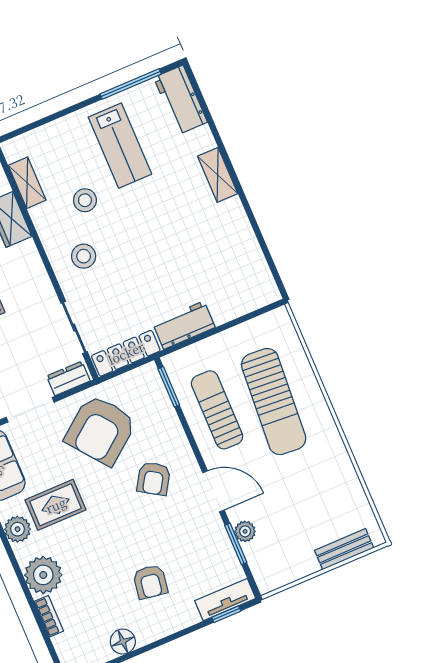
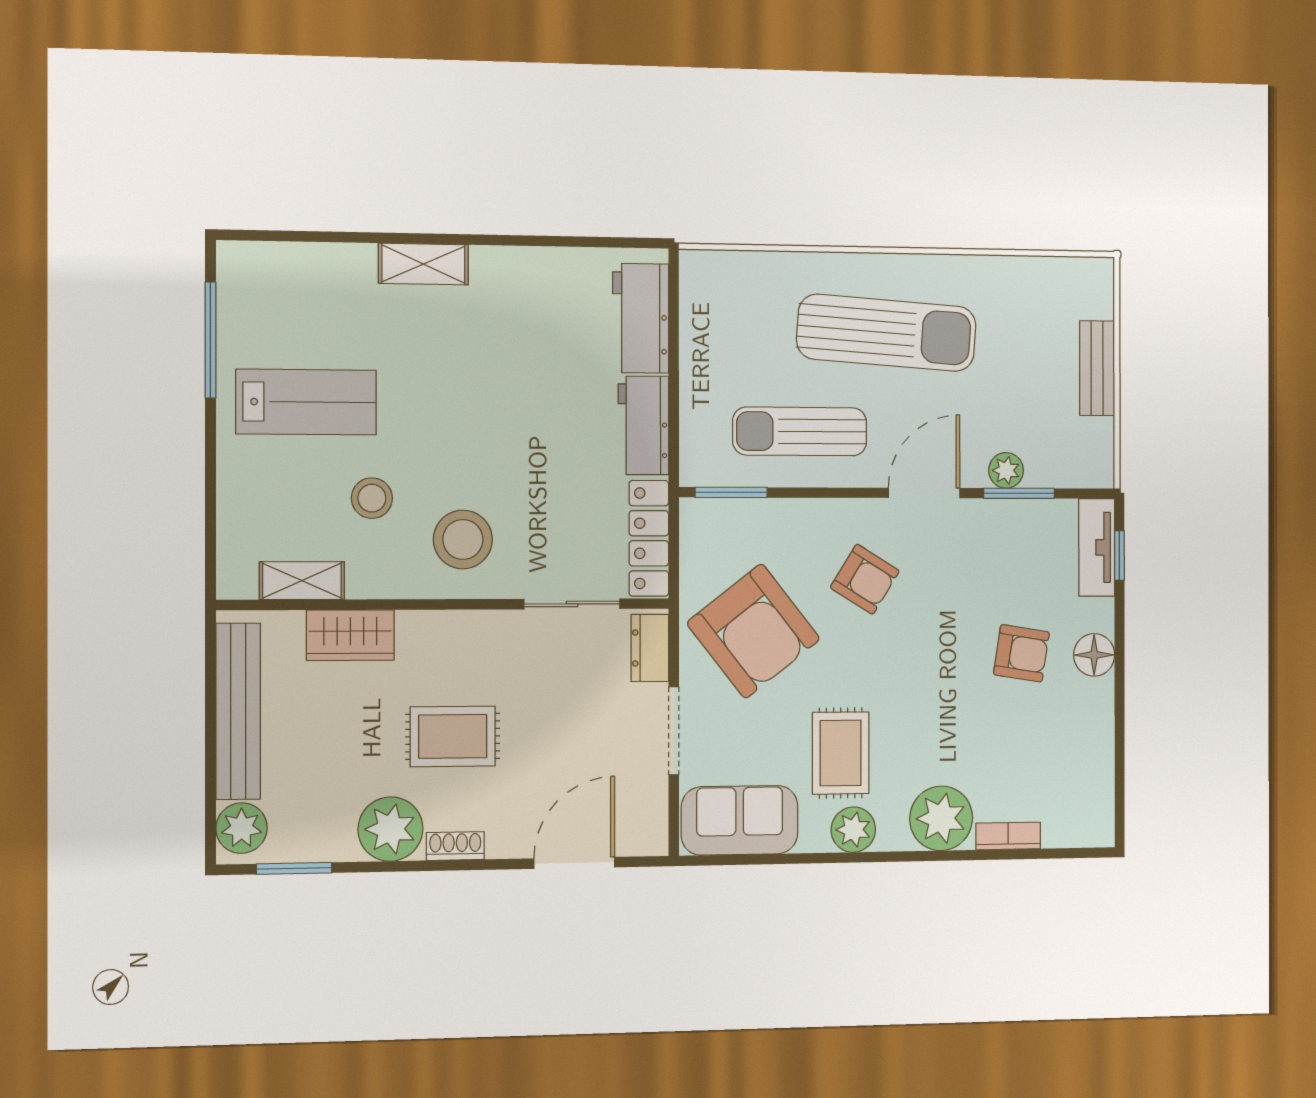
workbench: (180, 100) -> (641, 318), moved, turned 90
stool: (84, 256) -> (463, 539), width x1.38, depth x1.38
sun lounger: (274, 402) -> (887, 333), moved
bench: (344, 549) -> (1097, 368), moved
floor lamp: (123, 642) -> (1094, 655), moved

